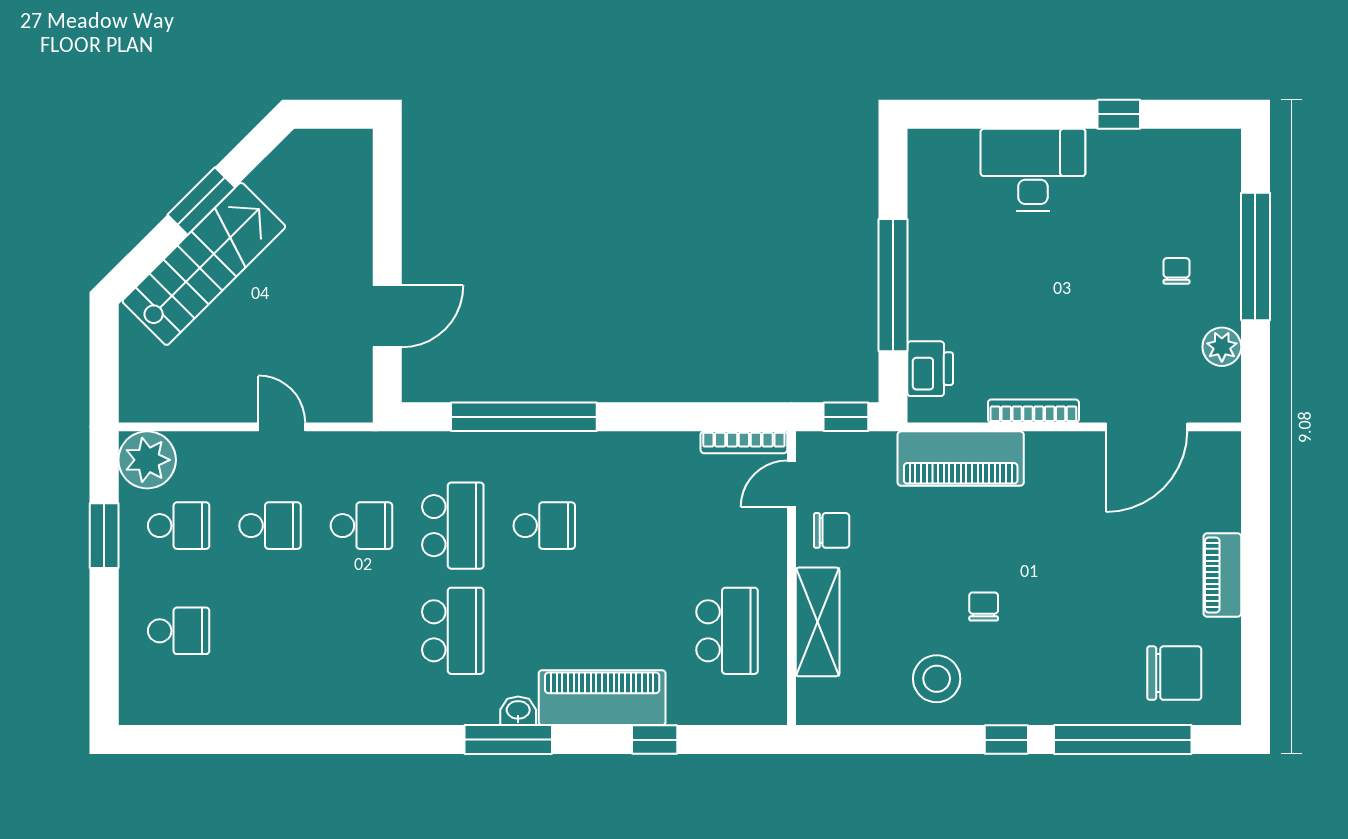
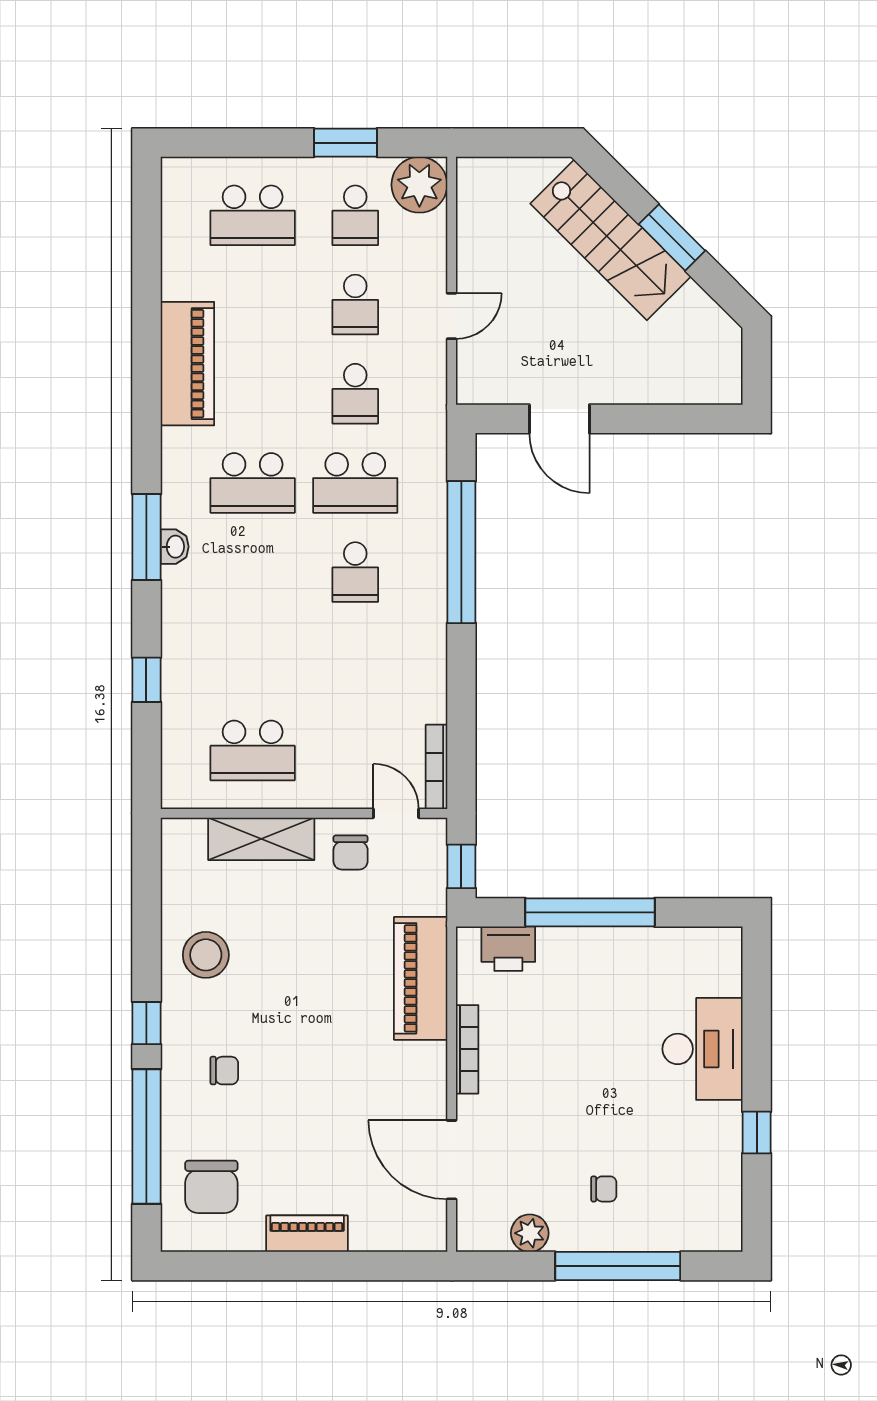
chair: (984, 607) -> (224, 1071), moved
school desk: (179, 631) -> (253, 215), width x1.85
piano: (602, 698) -> (187, 364), moved

